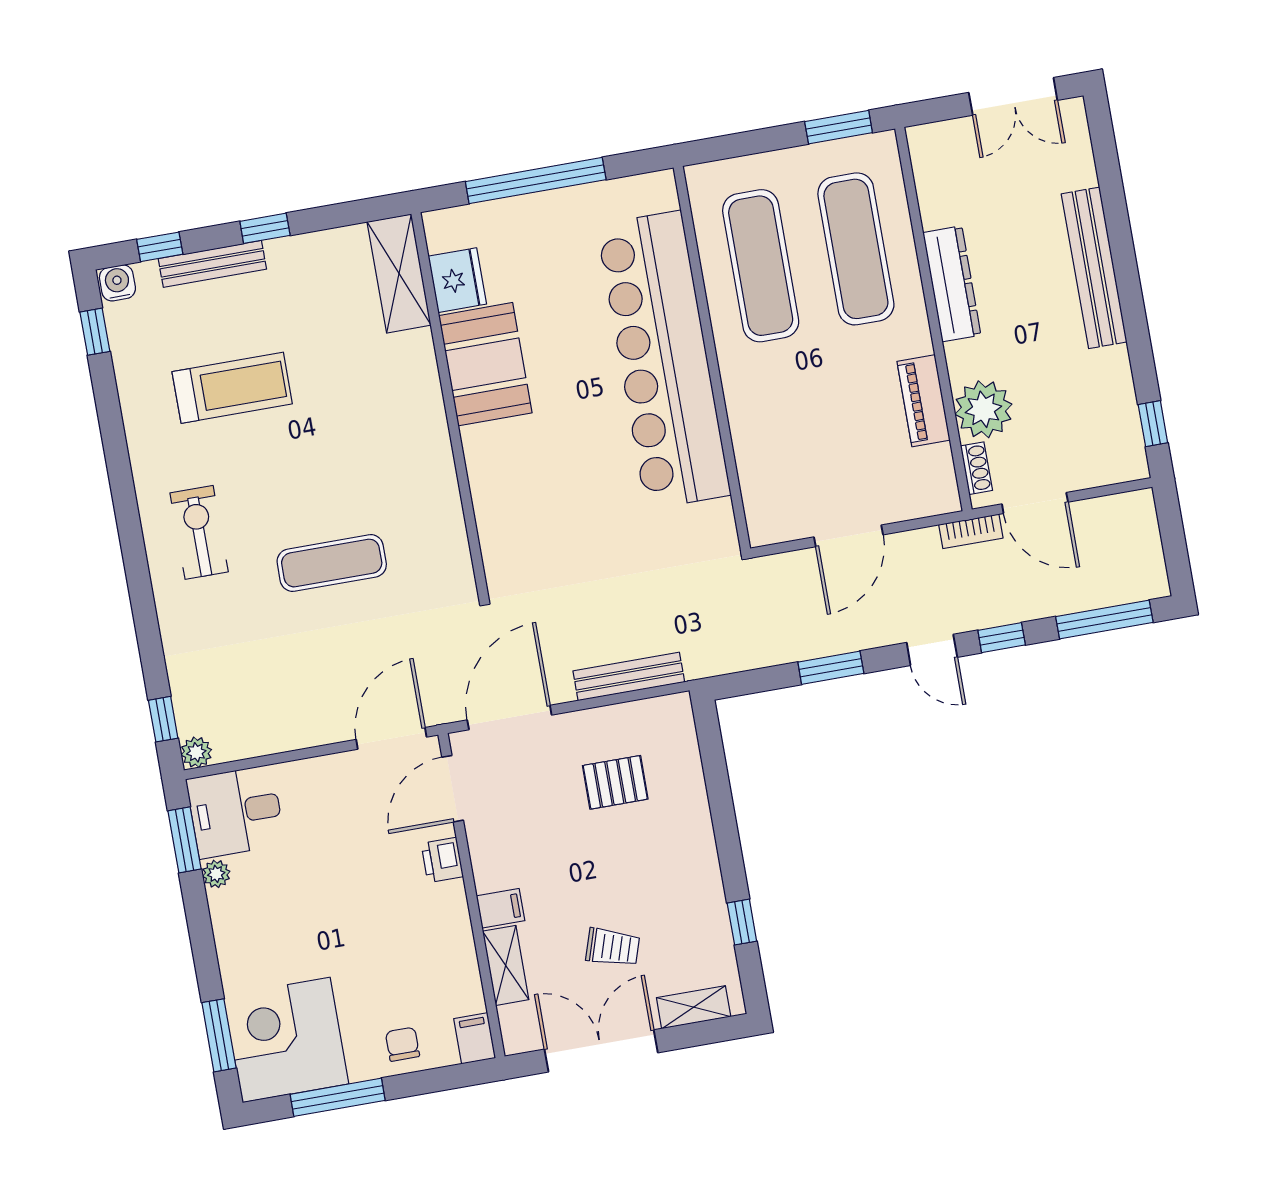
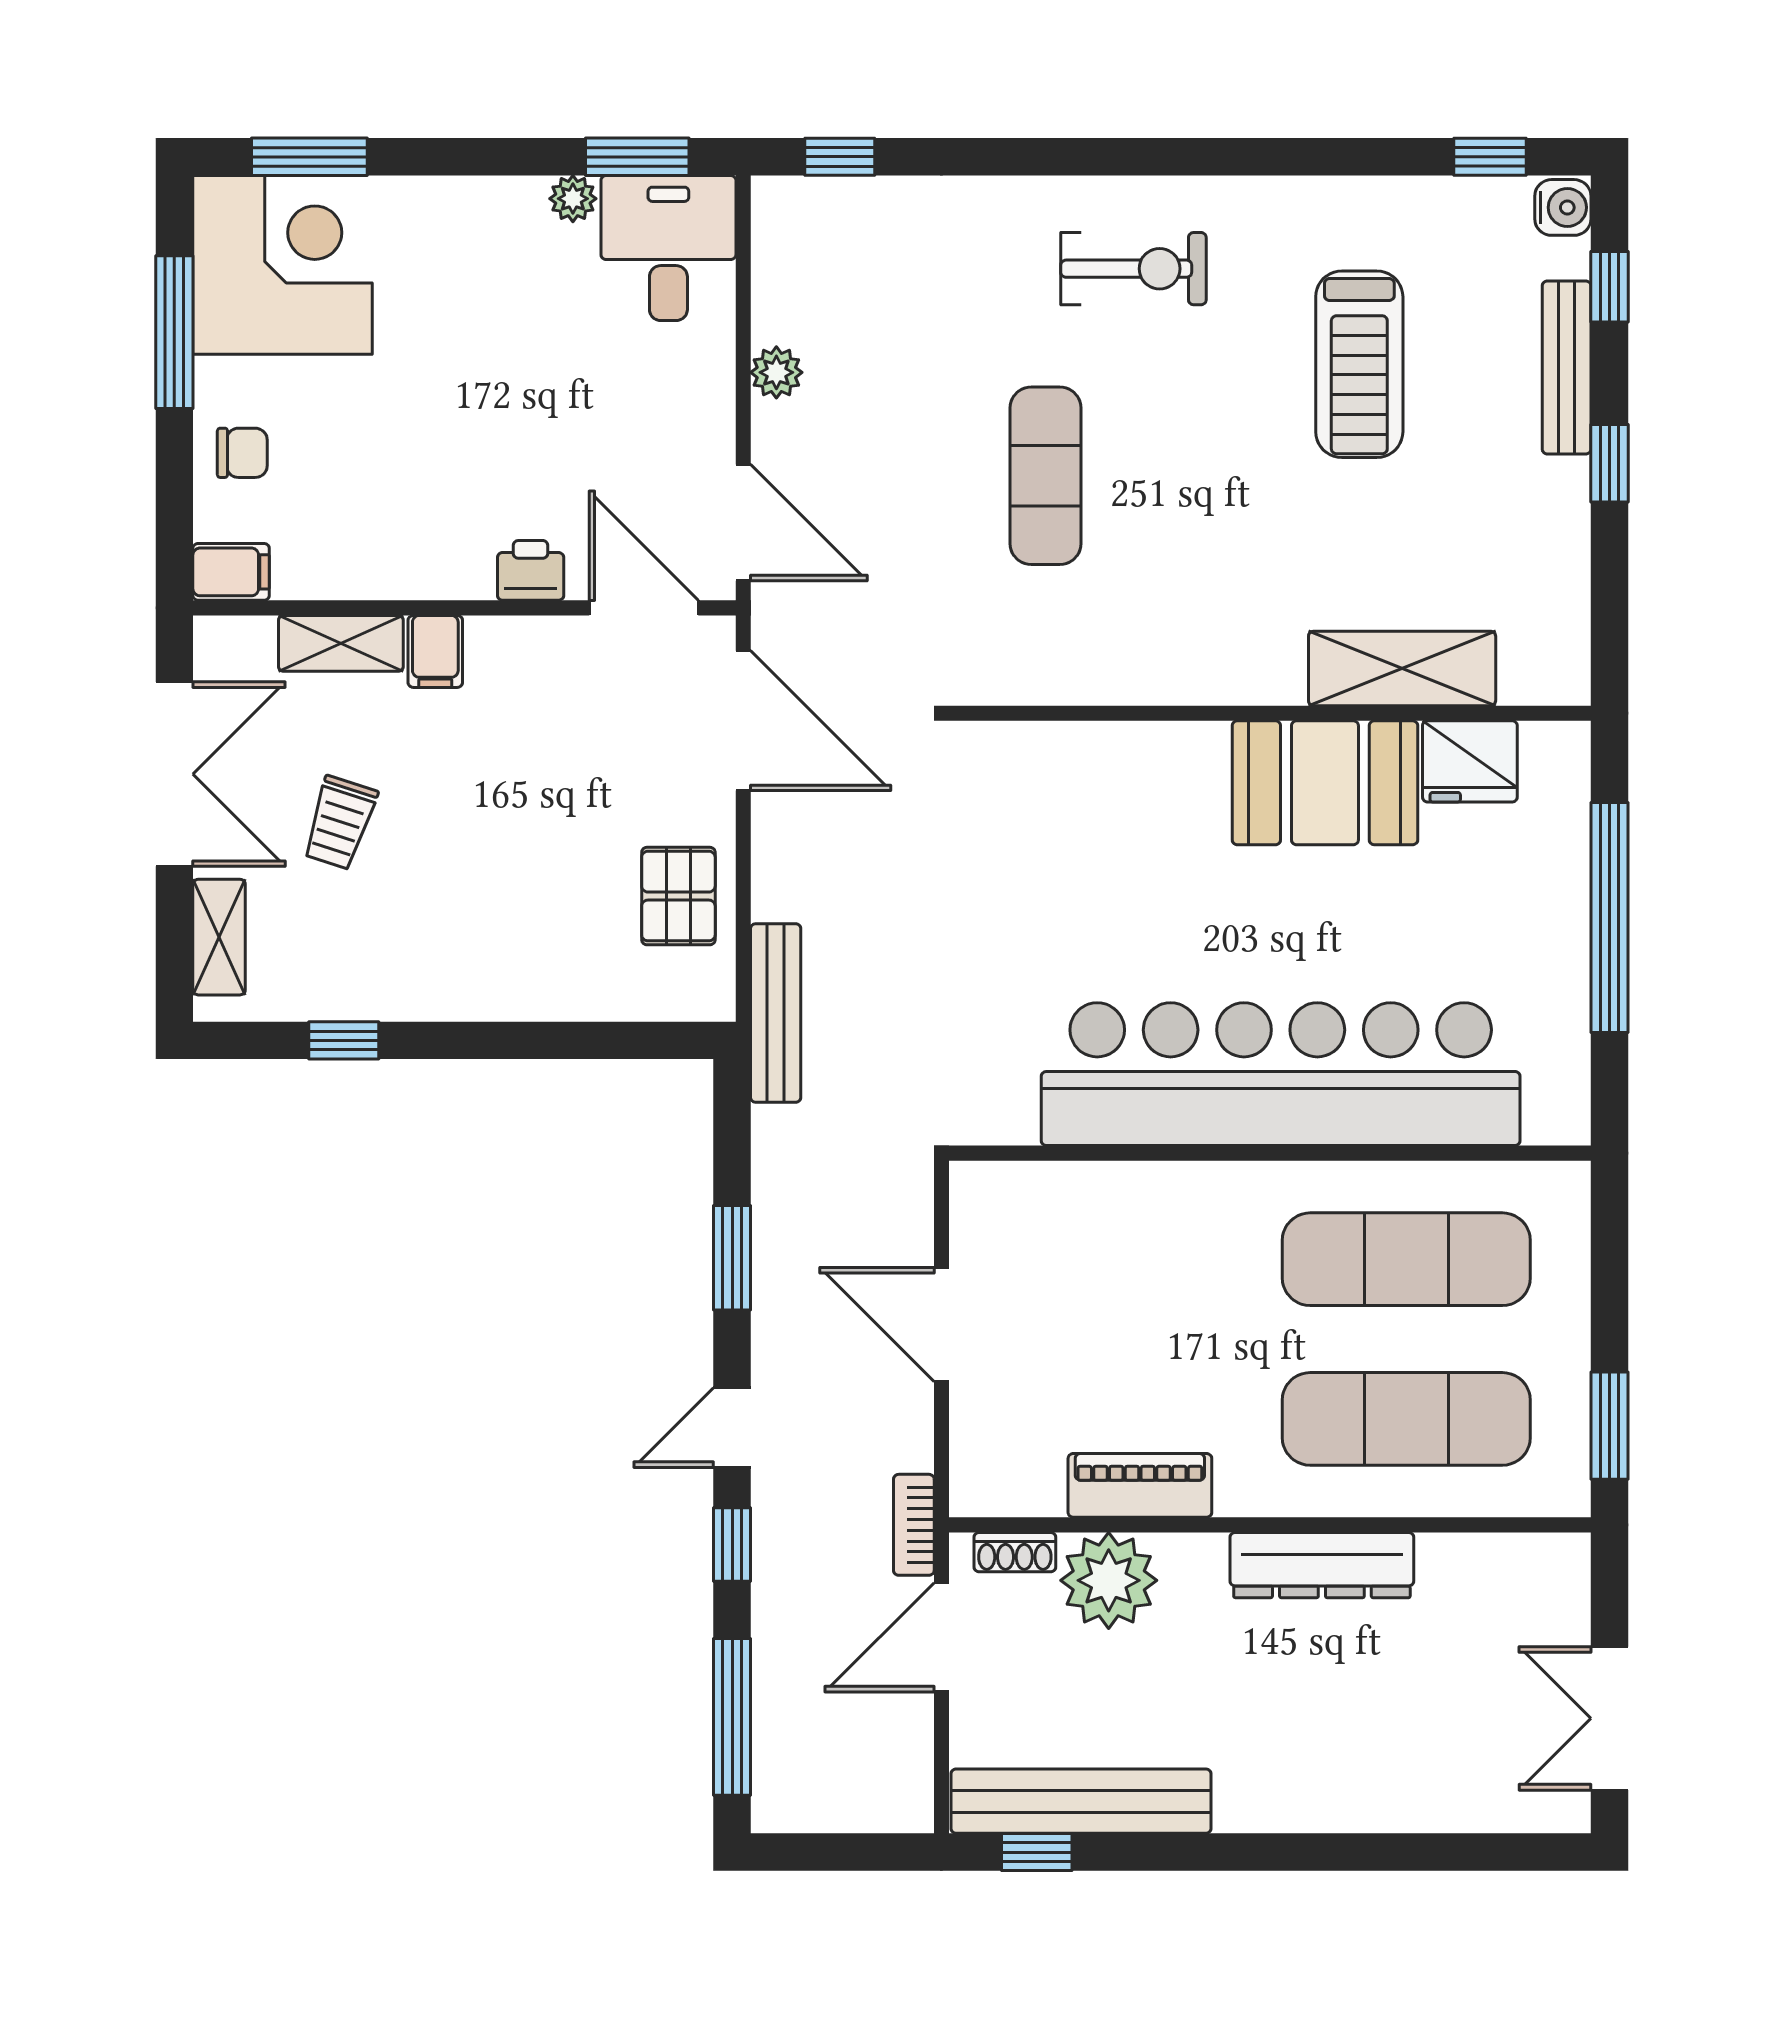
bench: (1094, 268) -> (1081, 1801), moved
shelving: (399, 273) -> (1402, 668), moved
bench: (629, 676) -> (776, 1013), moved
plant: (196, 752) -> (776, 372), moved
pallet: (615, 782) -> (678, 896), moved

